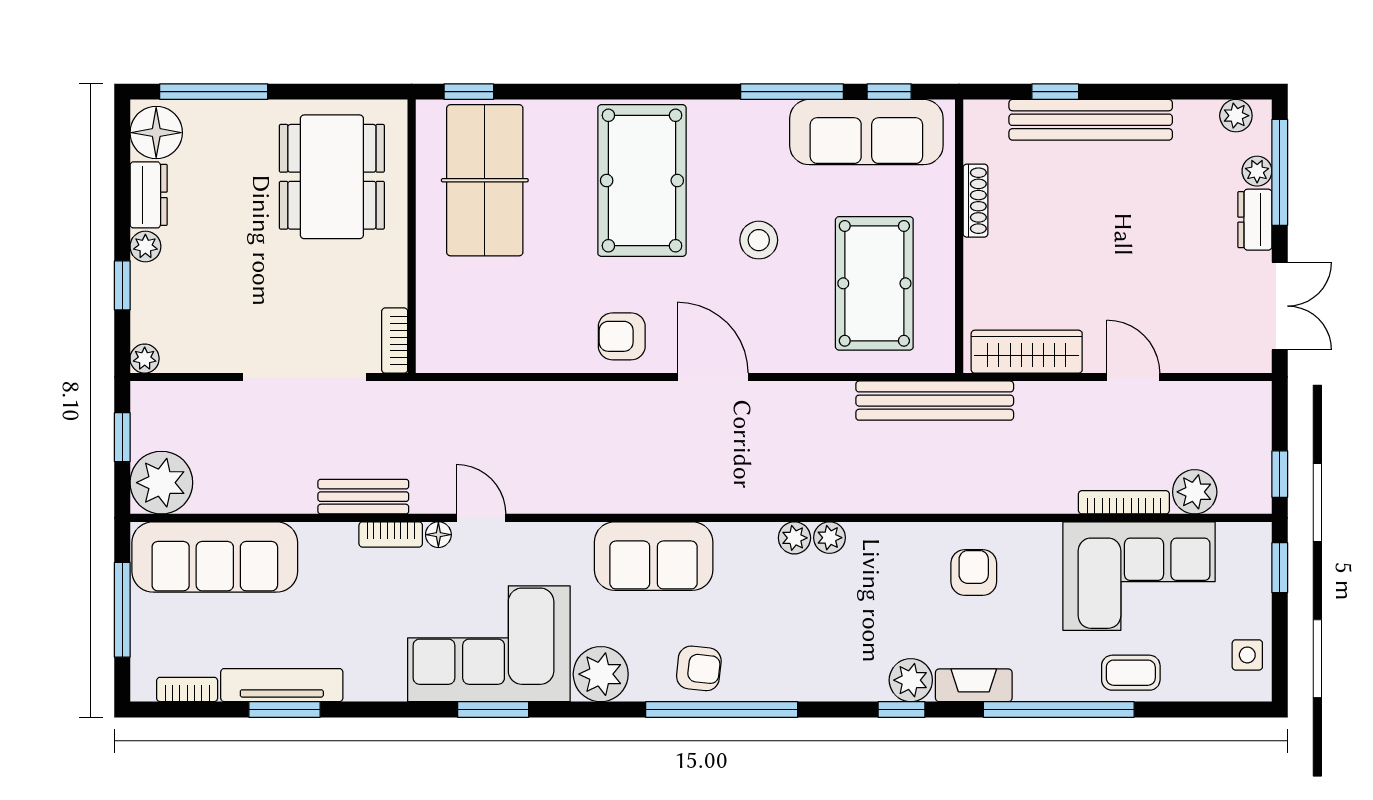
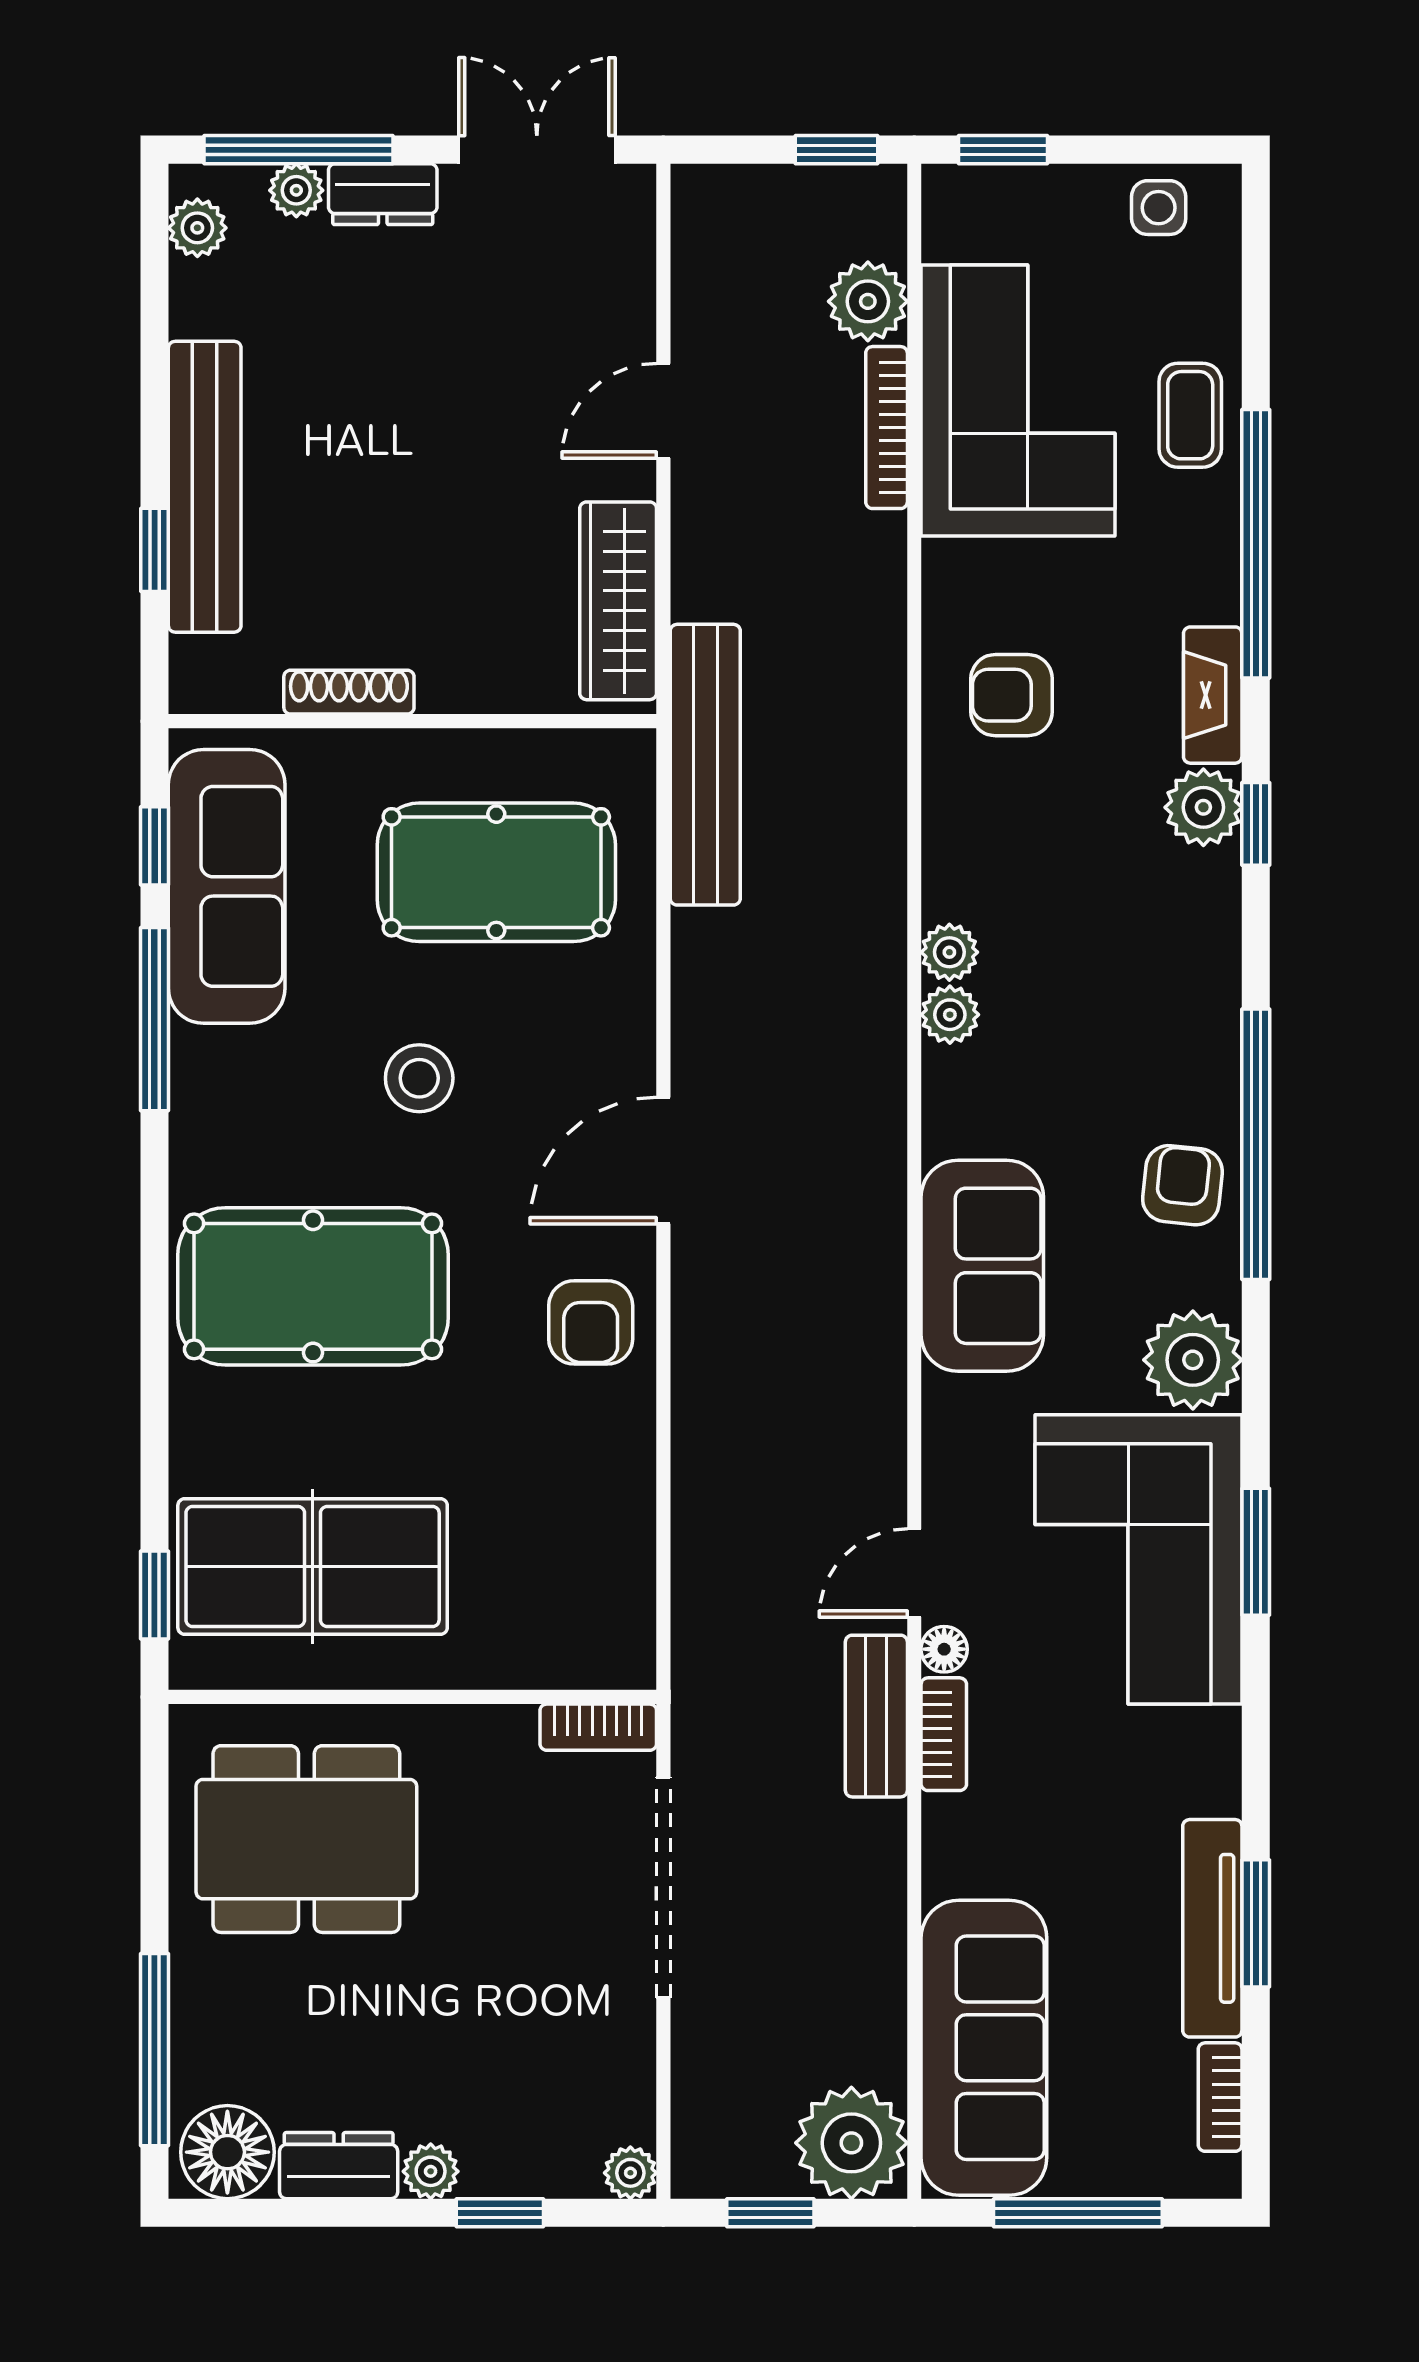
bench: (363, 497) -> (876, 1716), moved

